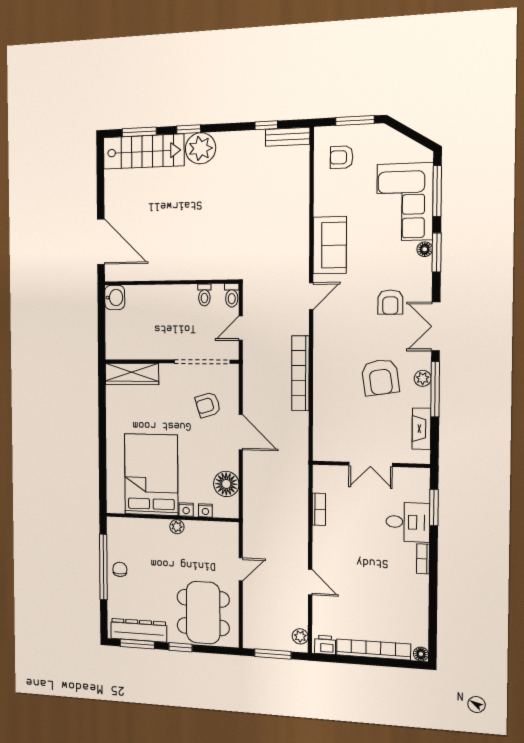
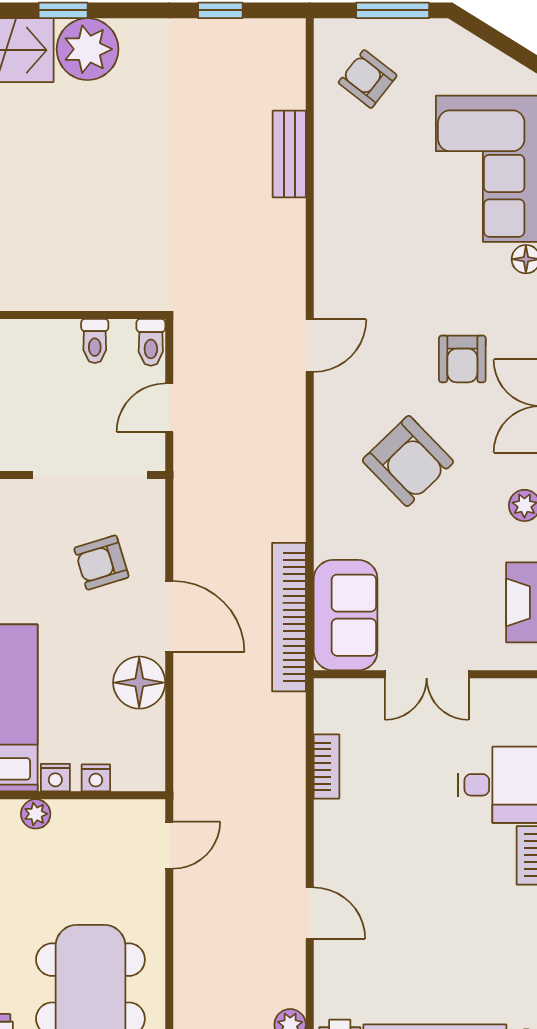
bench: (288, 137) -> (289, 154), moved, turned 90
armchair: (342, 157) -> (368, 79), turned 38
sofa: (330, 245) -> (346, 615), moved
bookcase: (300, 373) -> (289, 617), moved
armchair: (380, 377) -> (408, 461), moved, turned -36
floor lamp: (226, 484) -> (139, 683), moved
door: (241, 569) -> (169, 845), moved

